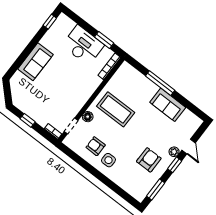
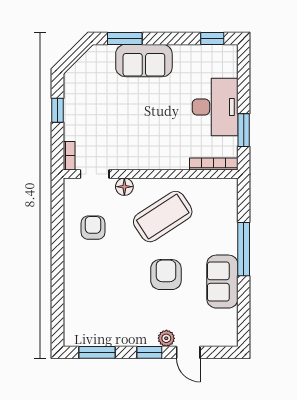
window: (18, 63) -> (125, 38), added
coffee table: (116, 109) -> (163, 217), turned 57
door: (189, 147) -> (188, 352), hinge flipped
side table: (108, 160) -> (88, 259), removed
armchair: (149, 160) -> (166, 275), moved, turned -90

